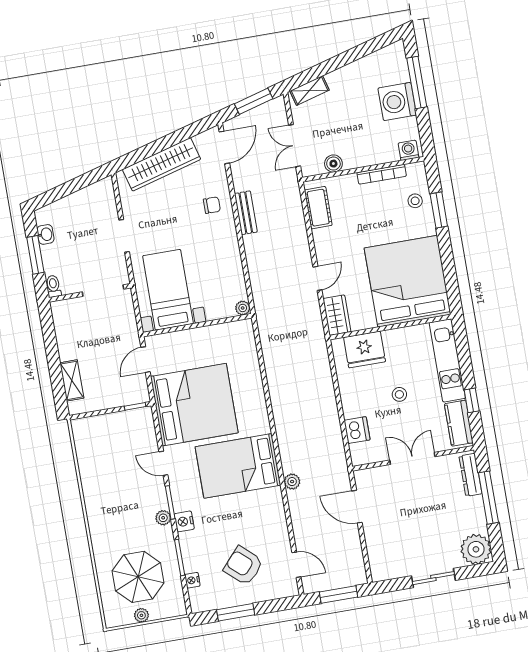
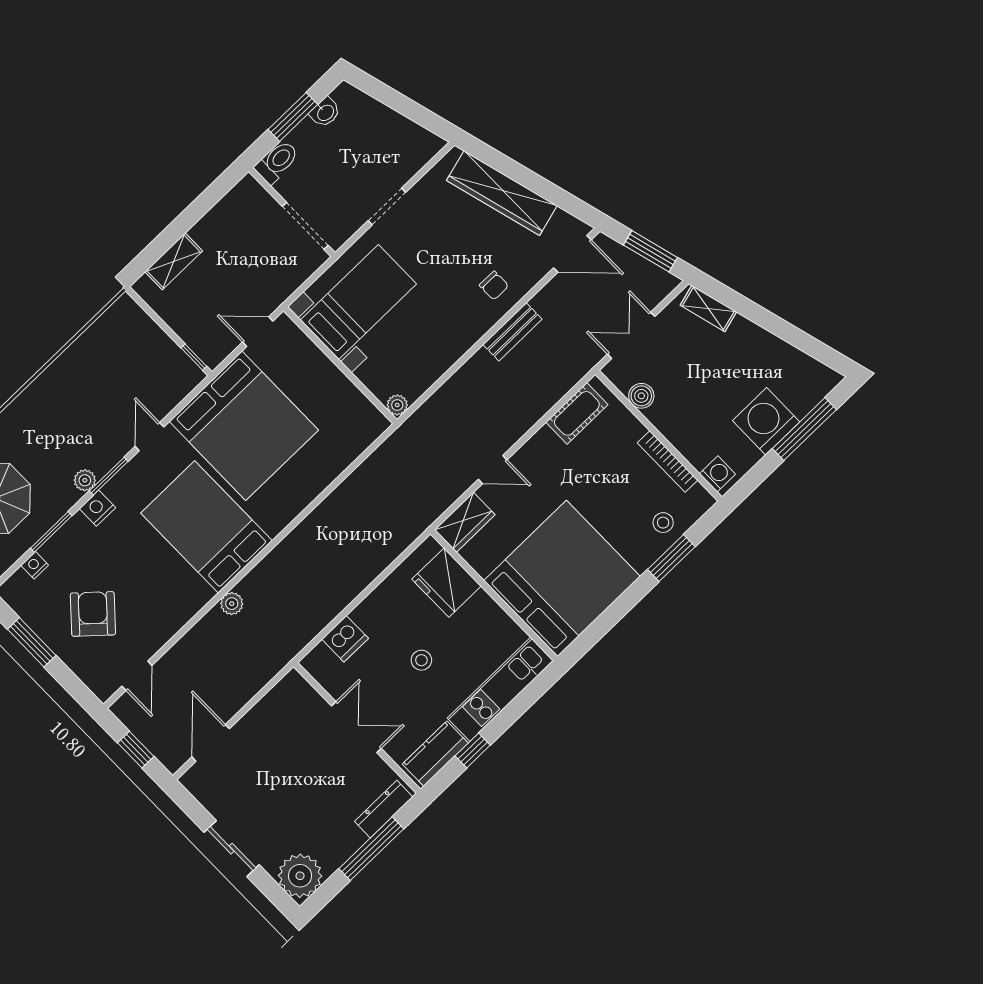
toilet: (53, 286) -> (277, 162), width x1.37, depth x1.39
door: (357, 507) -> (211, 743), moved
window: (339, 594) -> (136, 750), width x0.67

